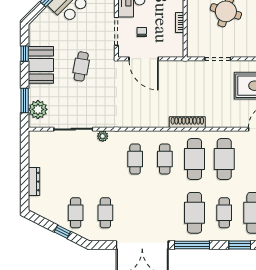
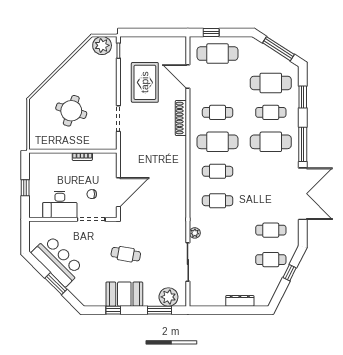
shoe rack: (187, 122) -> (181, 118), moved
cafe table: (224, 159) -> (218, 112), width x0.73, depth x0.74

